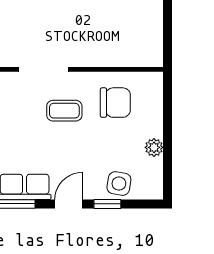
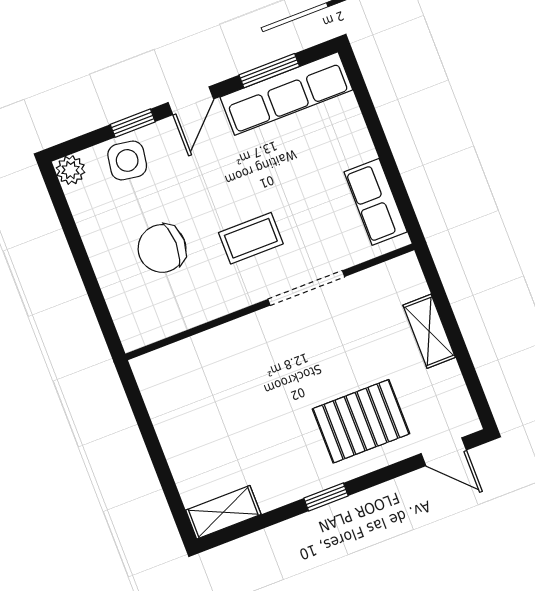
chair: (115, 103) -> (162, 248), moved
plant: (154, 147) -> (71, 170), moved

